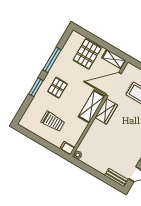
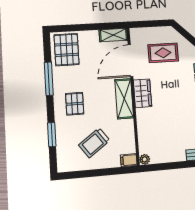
pallet: (87, 54) -> (67, 50), moved
window: (36, 87) -> (52, 135), moved
trolley: (53, 122) -> (94, 143), turned 144

